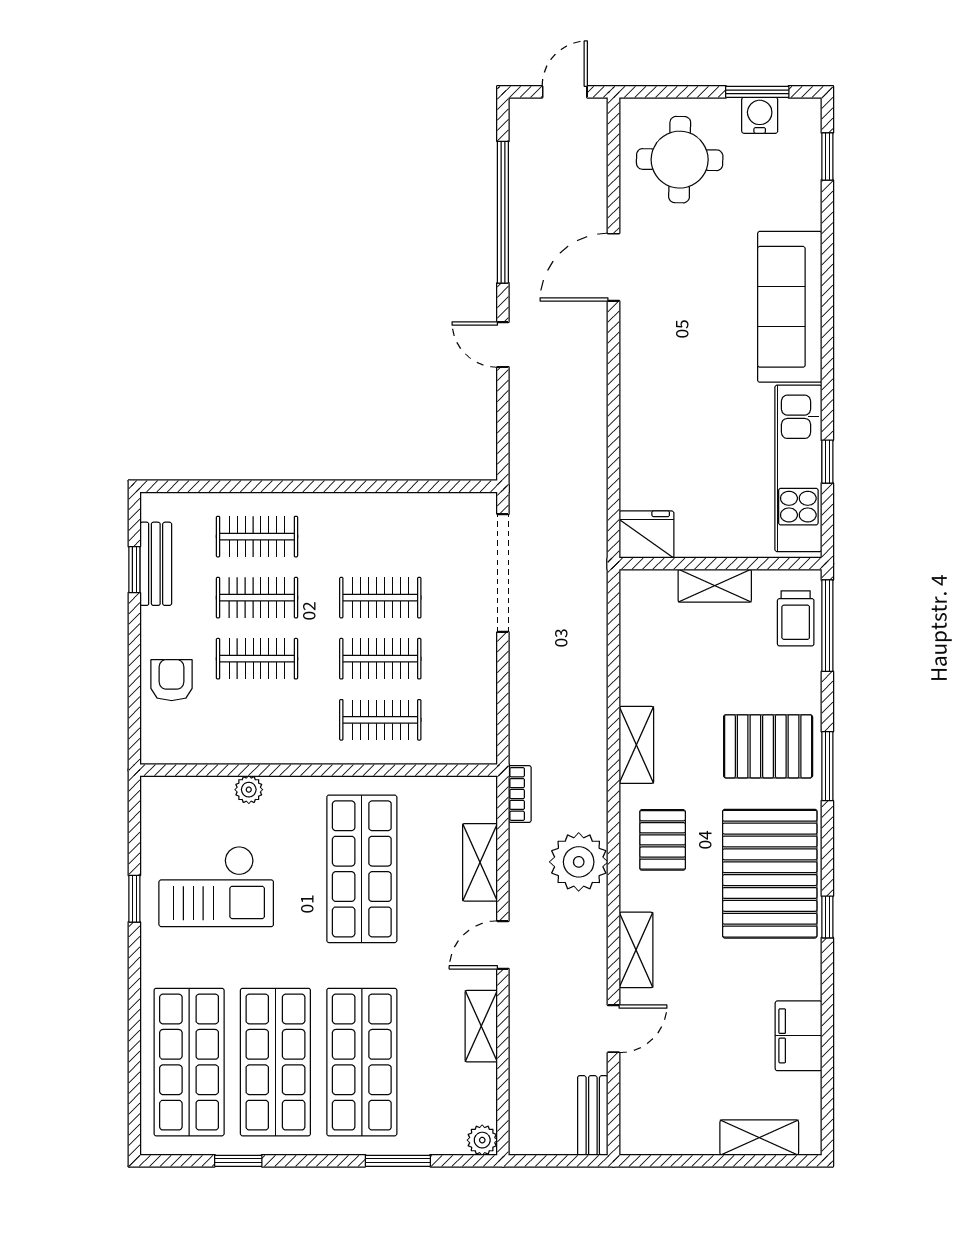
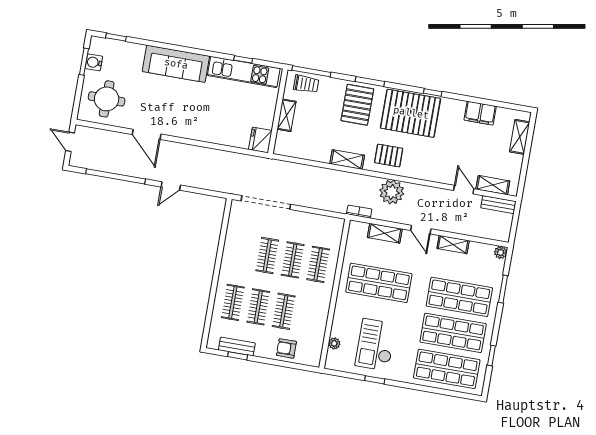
plant: (249, 790) -> (334, 343), moved
checkout: (216, 886) -> (376, 345), turned 180
shelving: (636, 950) -> (493, 185), moved

